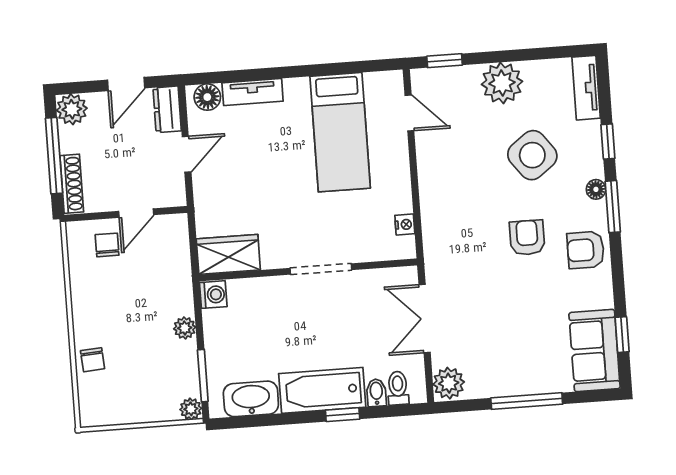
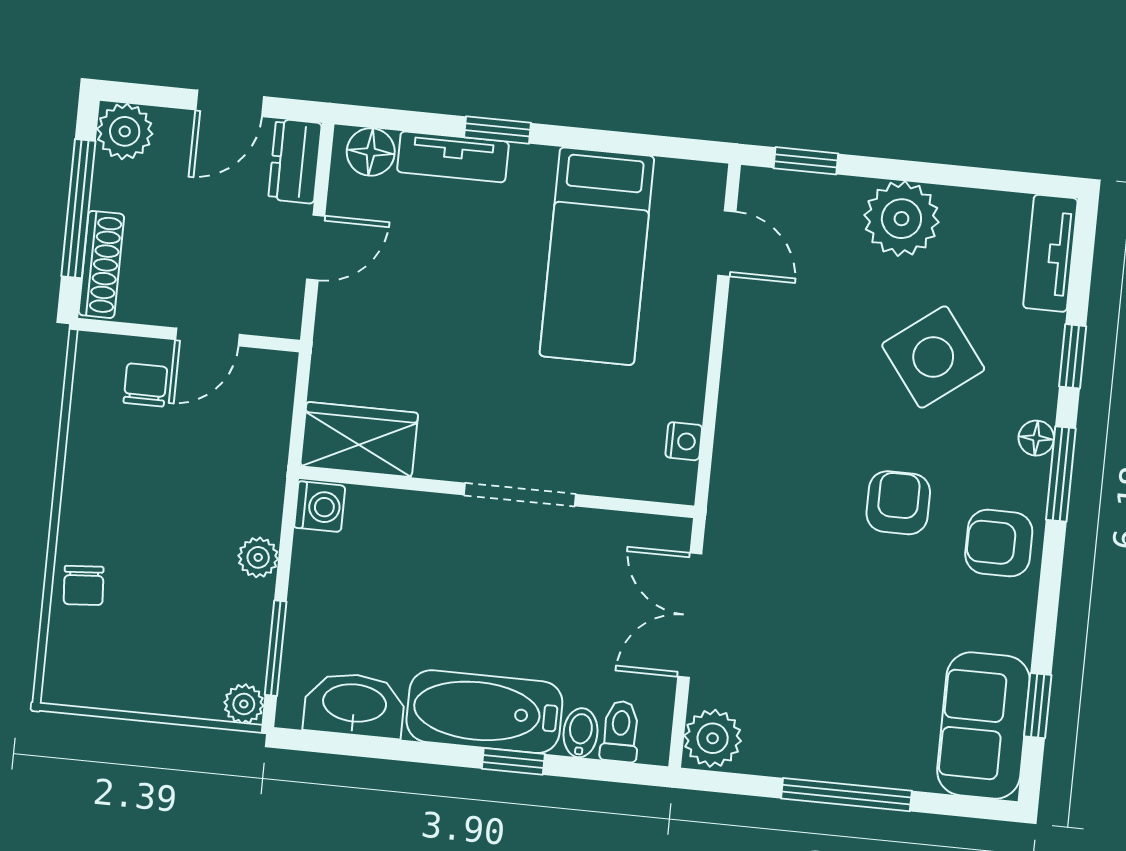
window: (274, 73) -> (497, 130), added

